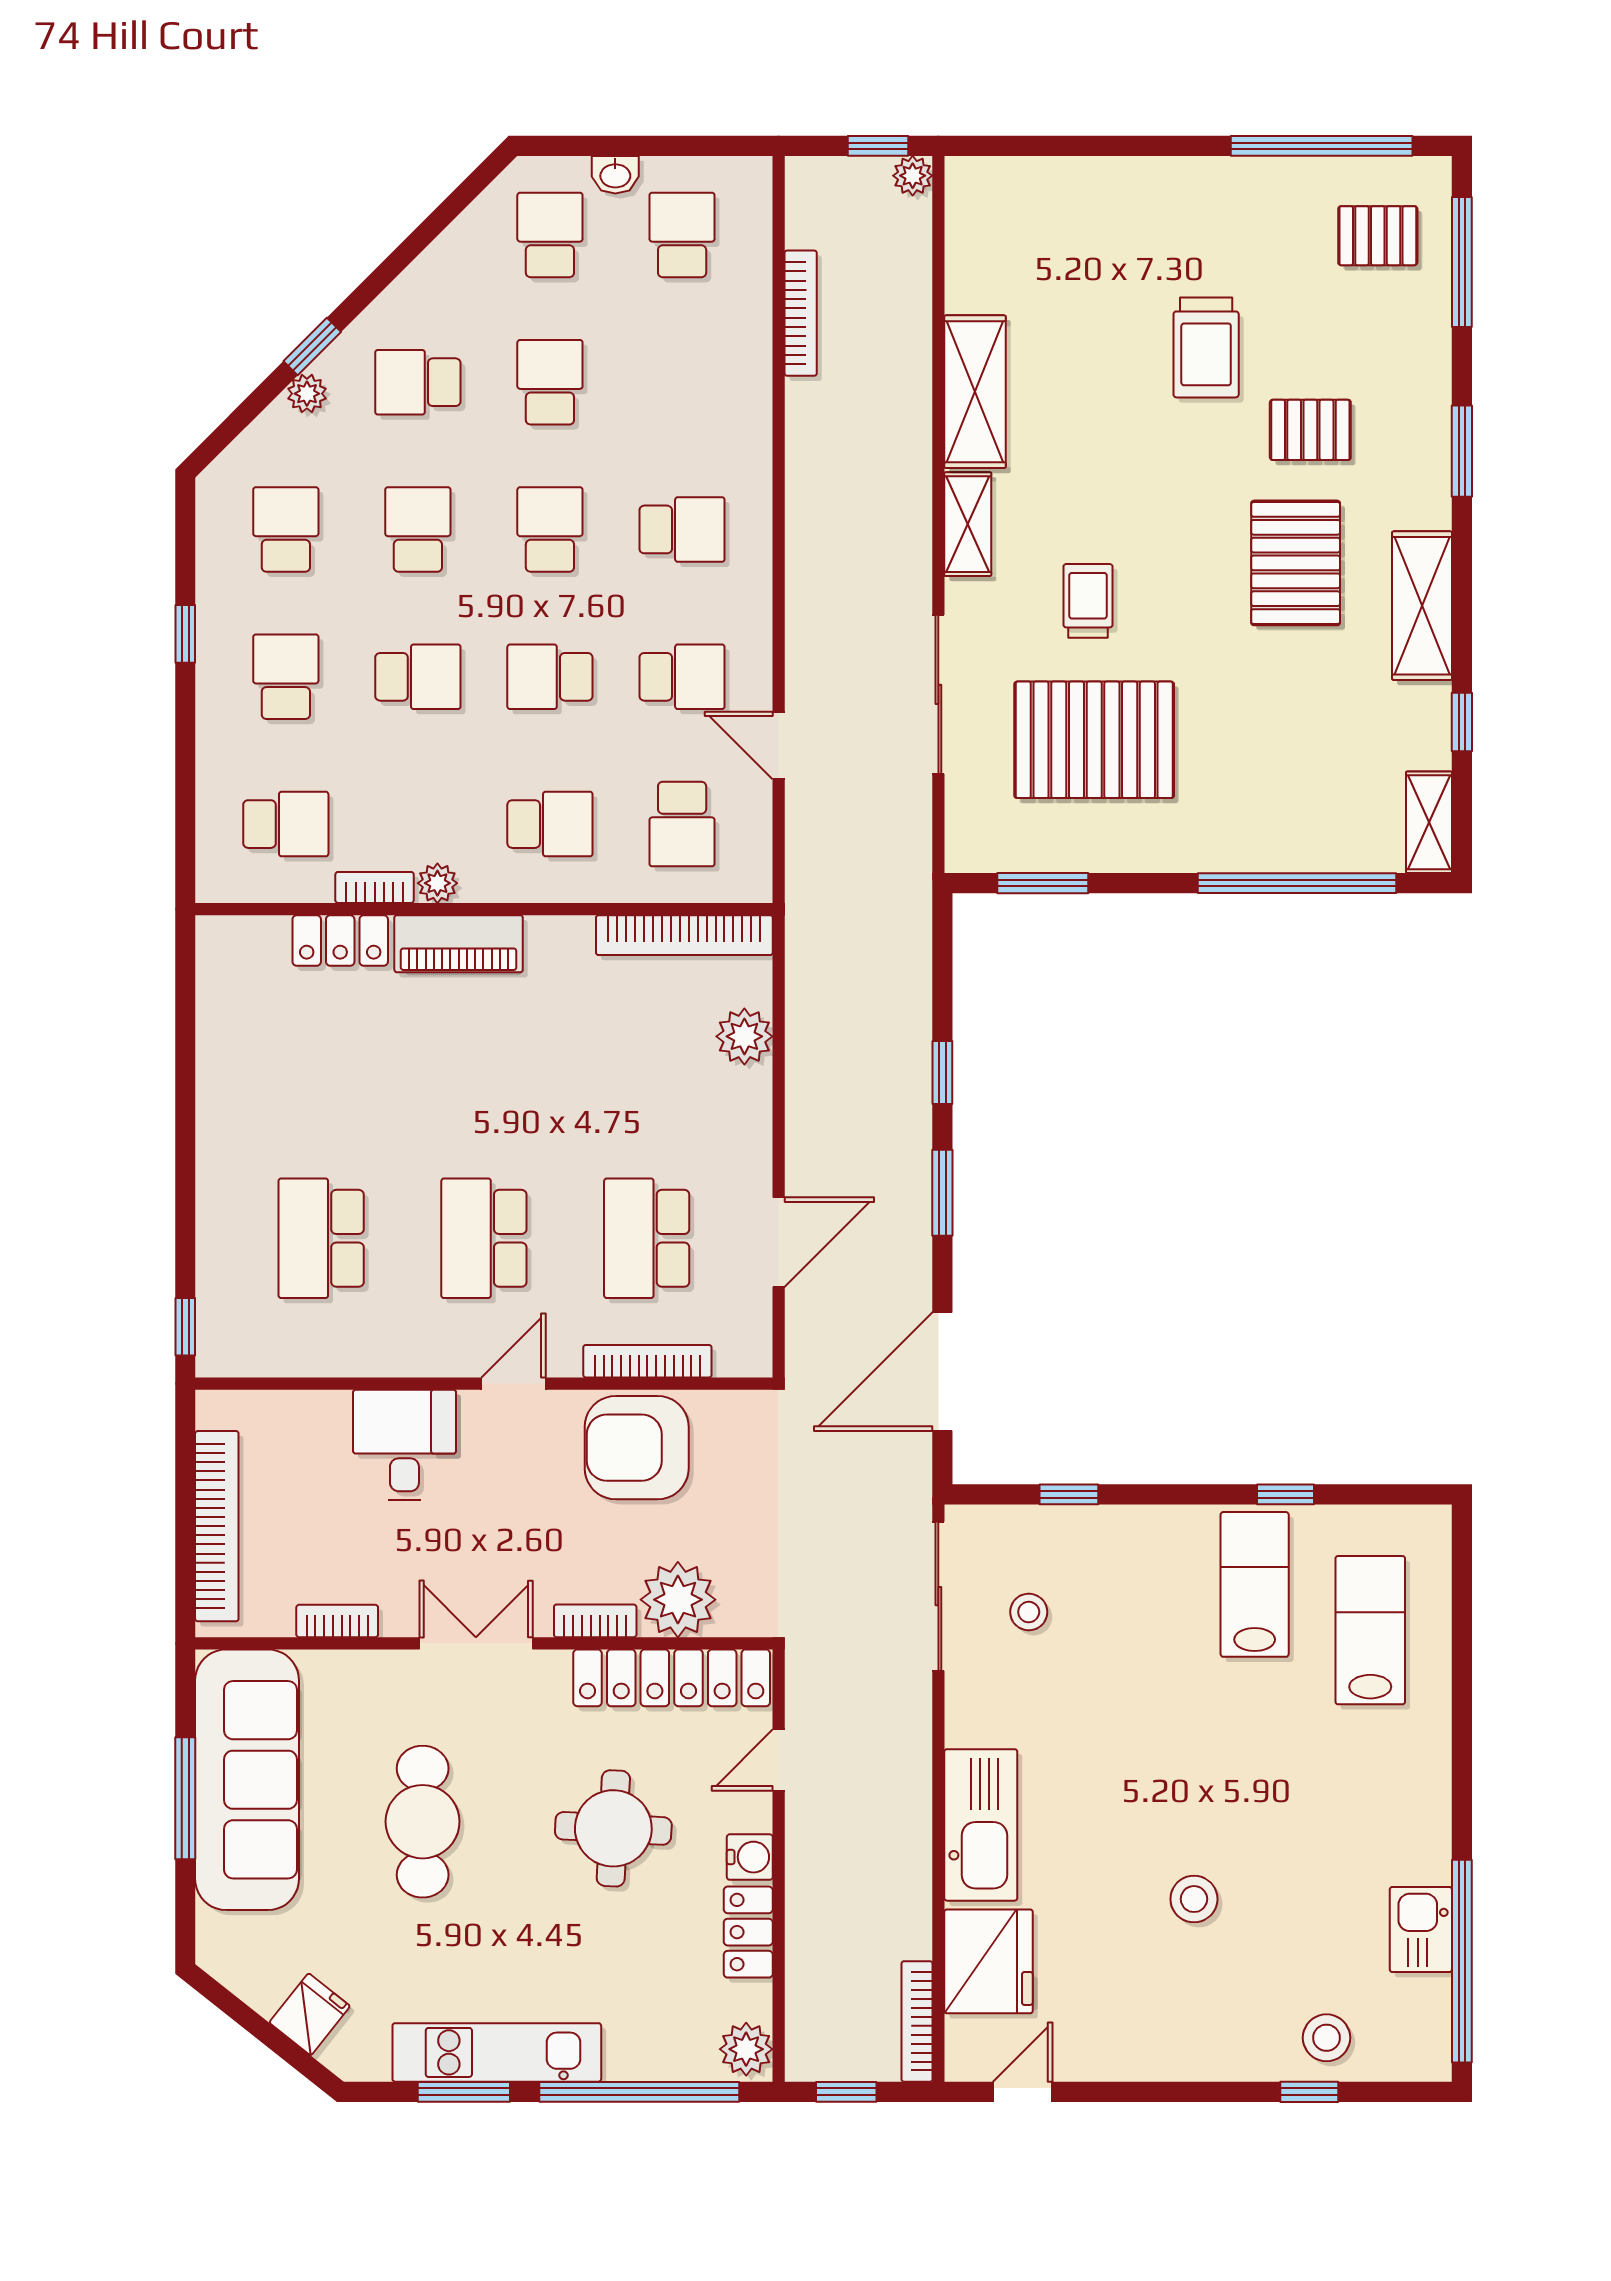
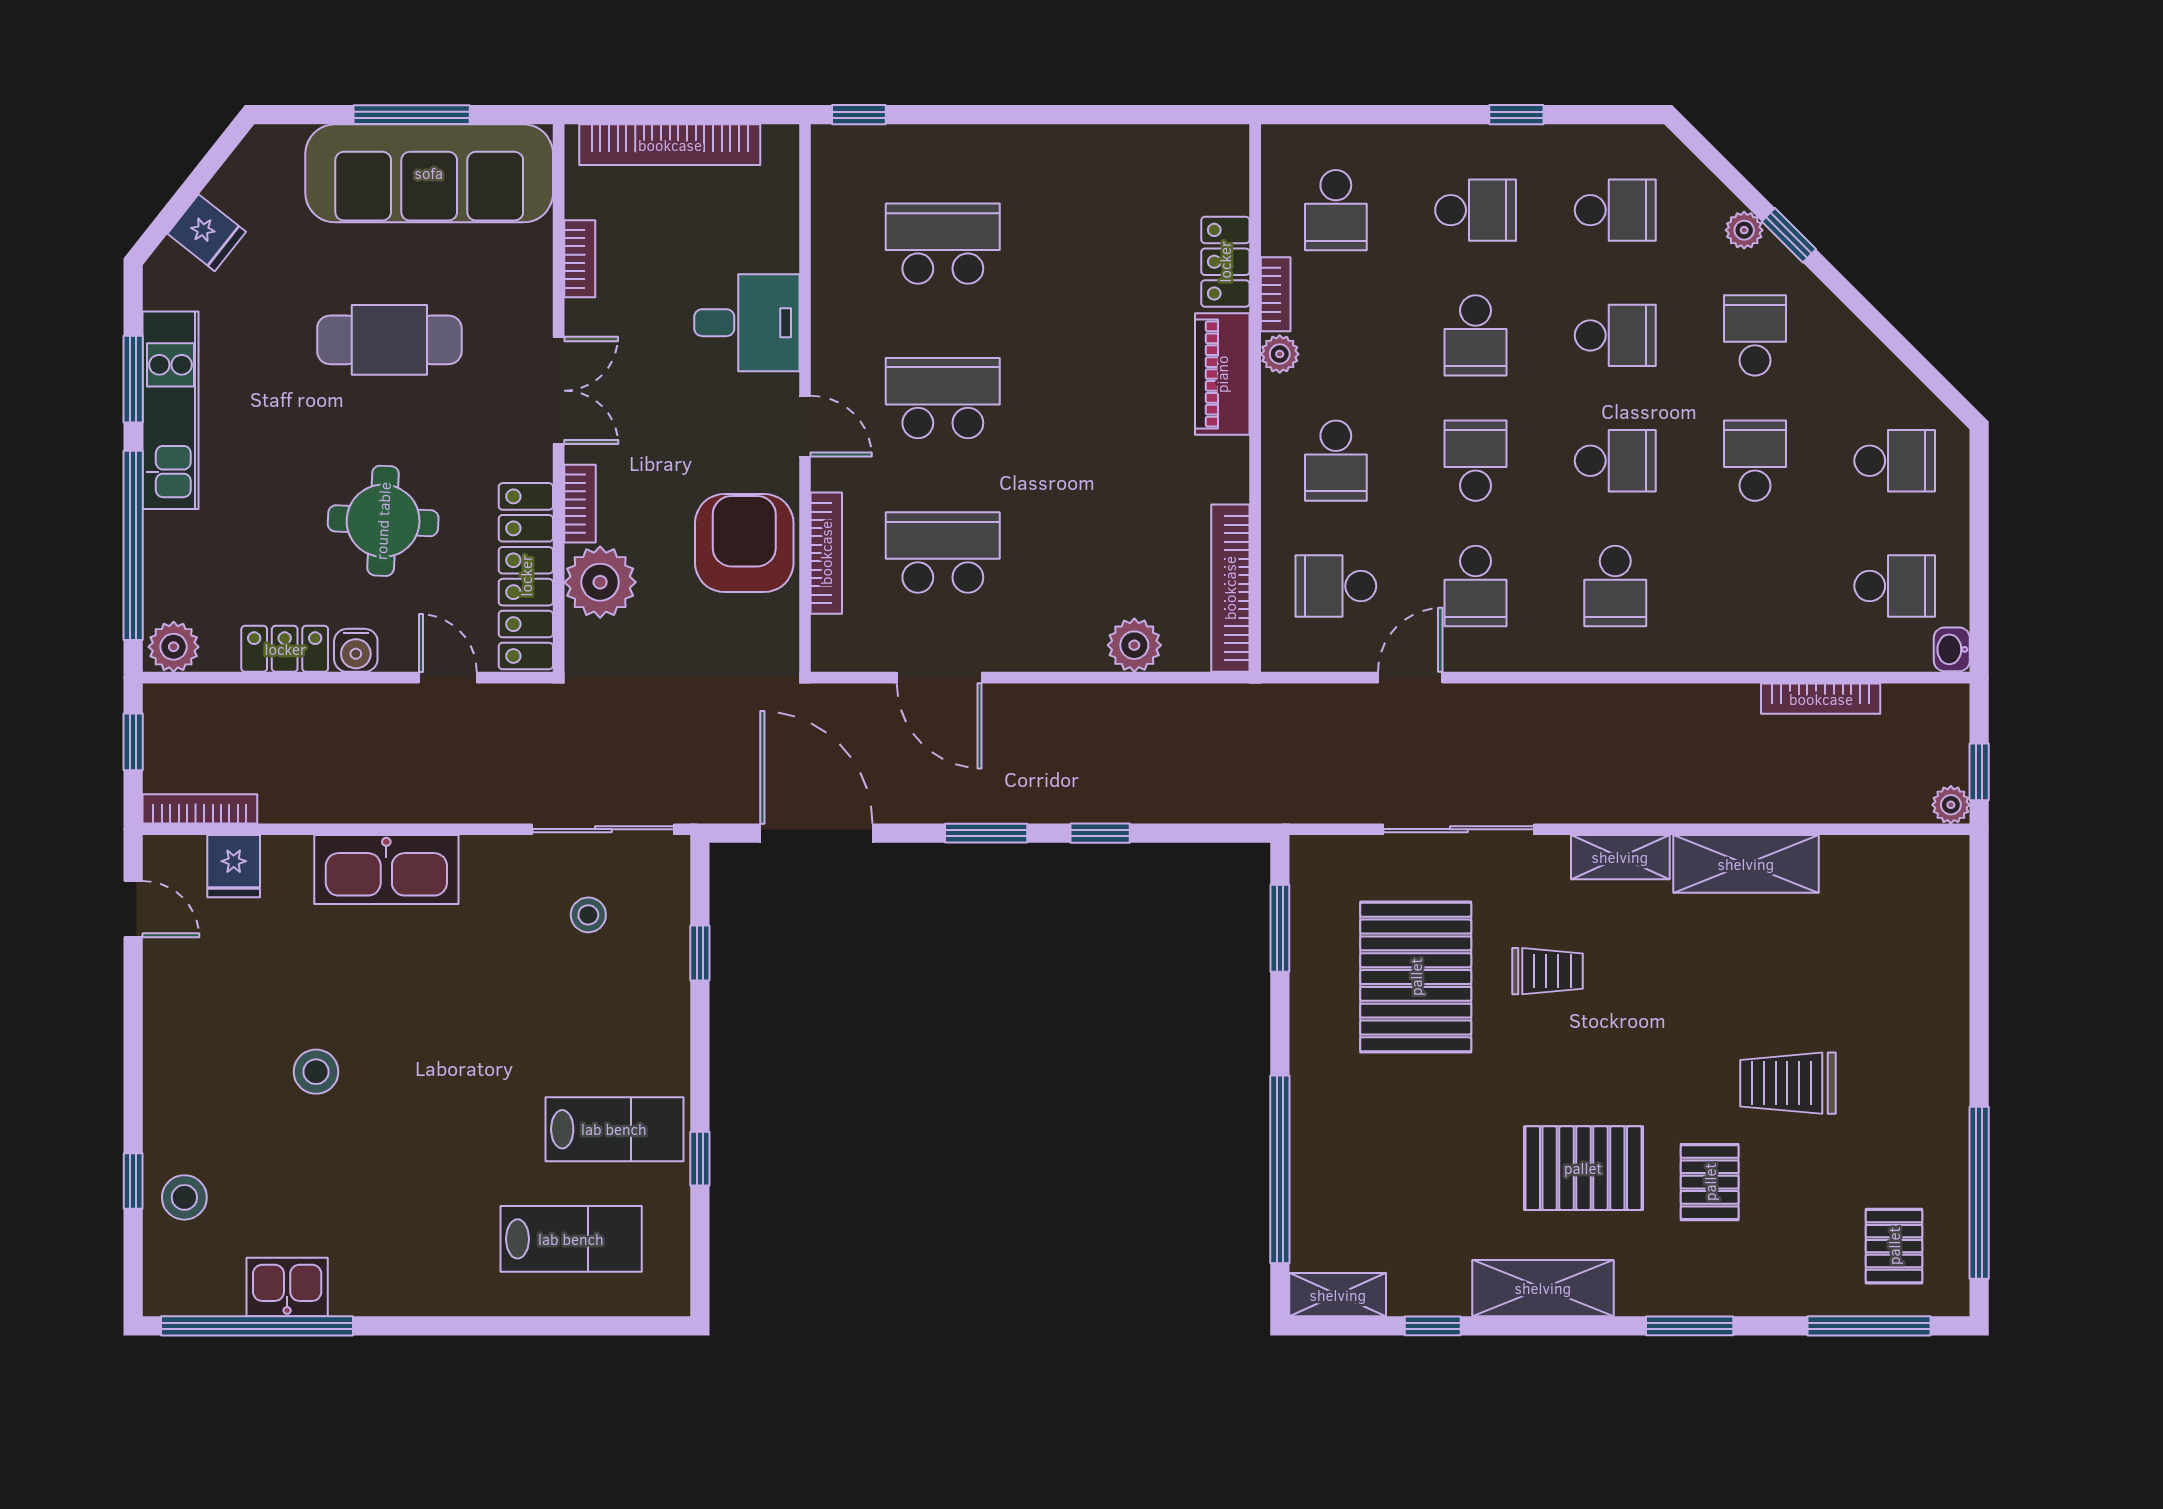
washbasin: (615, 175) -> (1952, 649), moved
school desk: (550, 382) -> (1755, 461), turned -90
fridge: (989, 1961) -> (234, 866), width x0.53, depth x0.75

